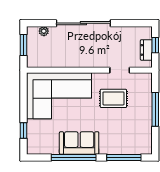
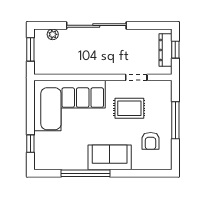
dresser: (146, 50) -> (166, 50), width x1.44
armchair: (133, 128) -> (151, 141), added
sofa: (79, 143) -> (110, 157), moved
window: (124, 157) -> (141, 173), removed

